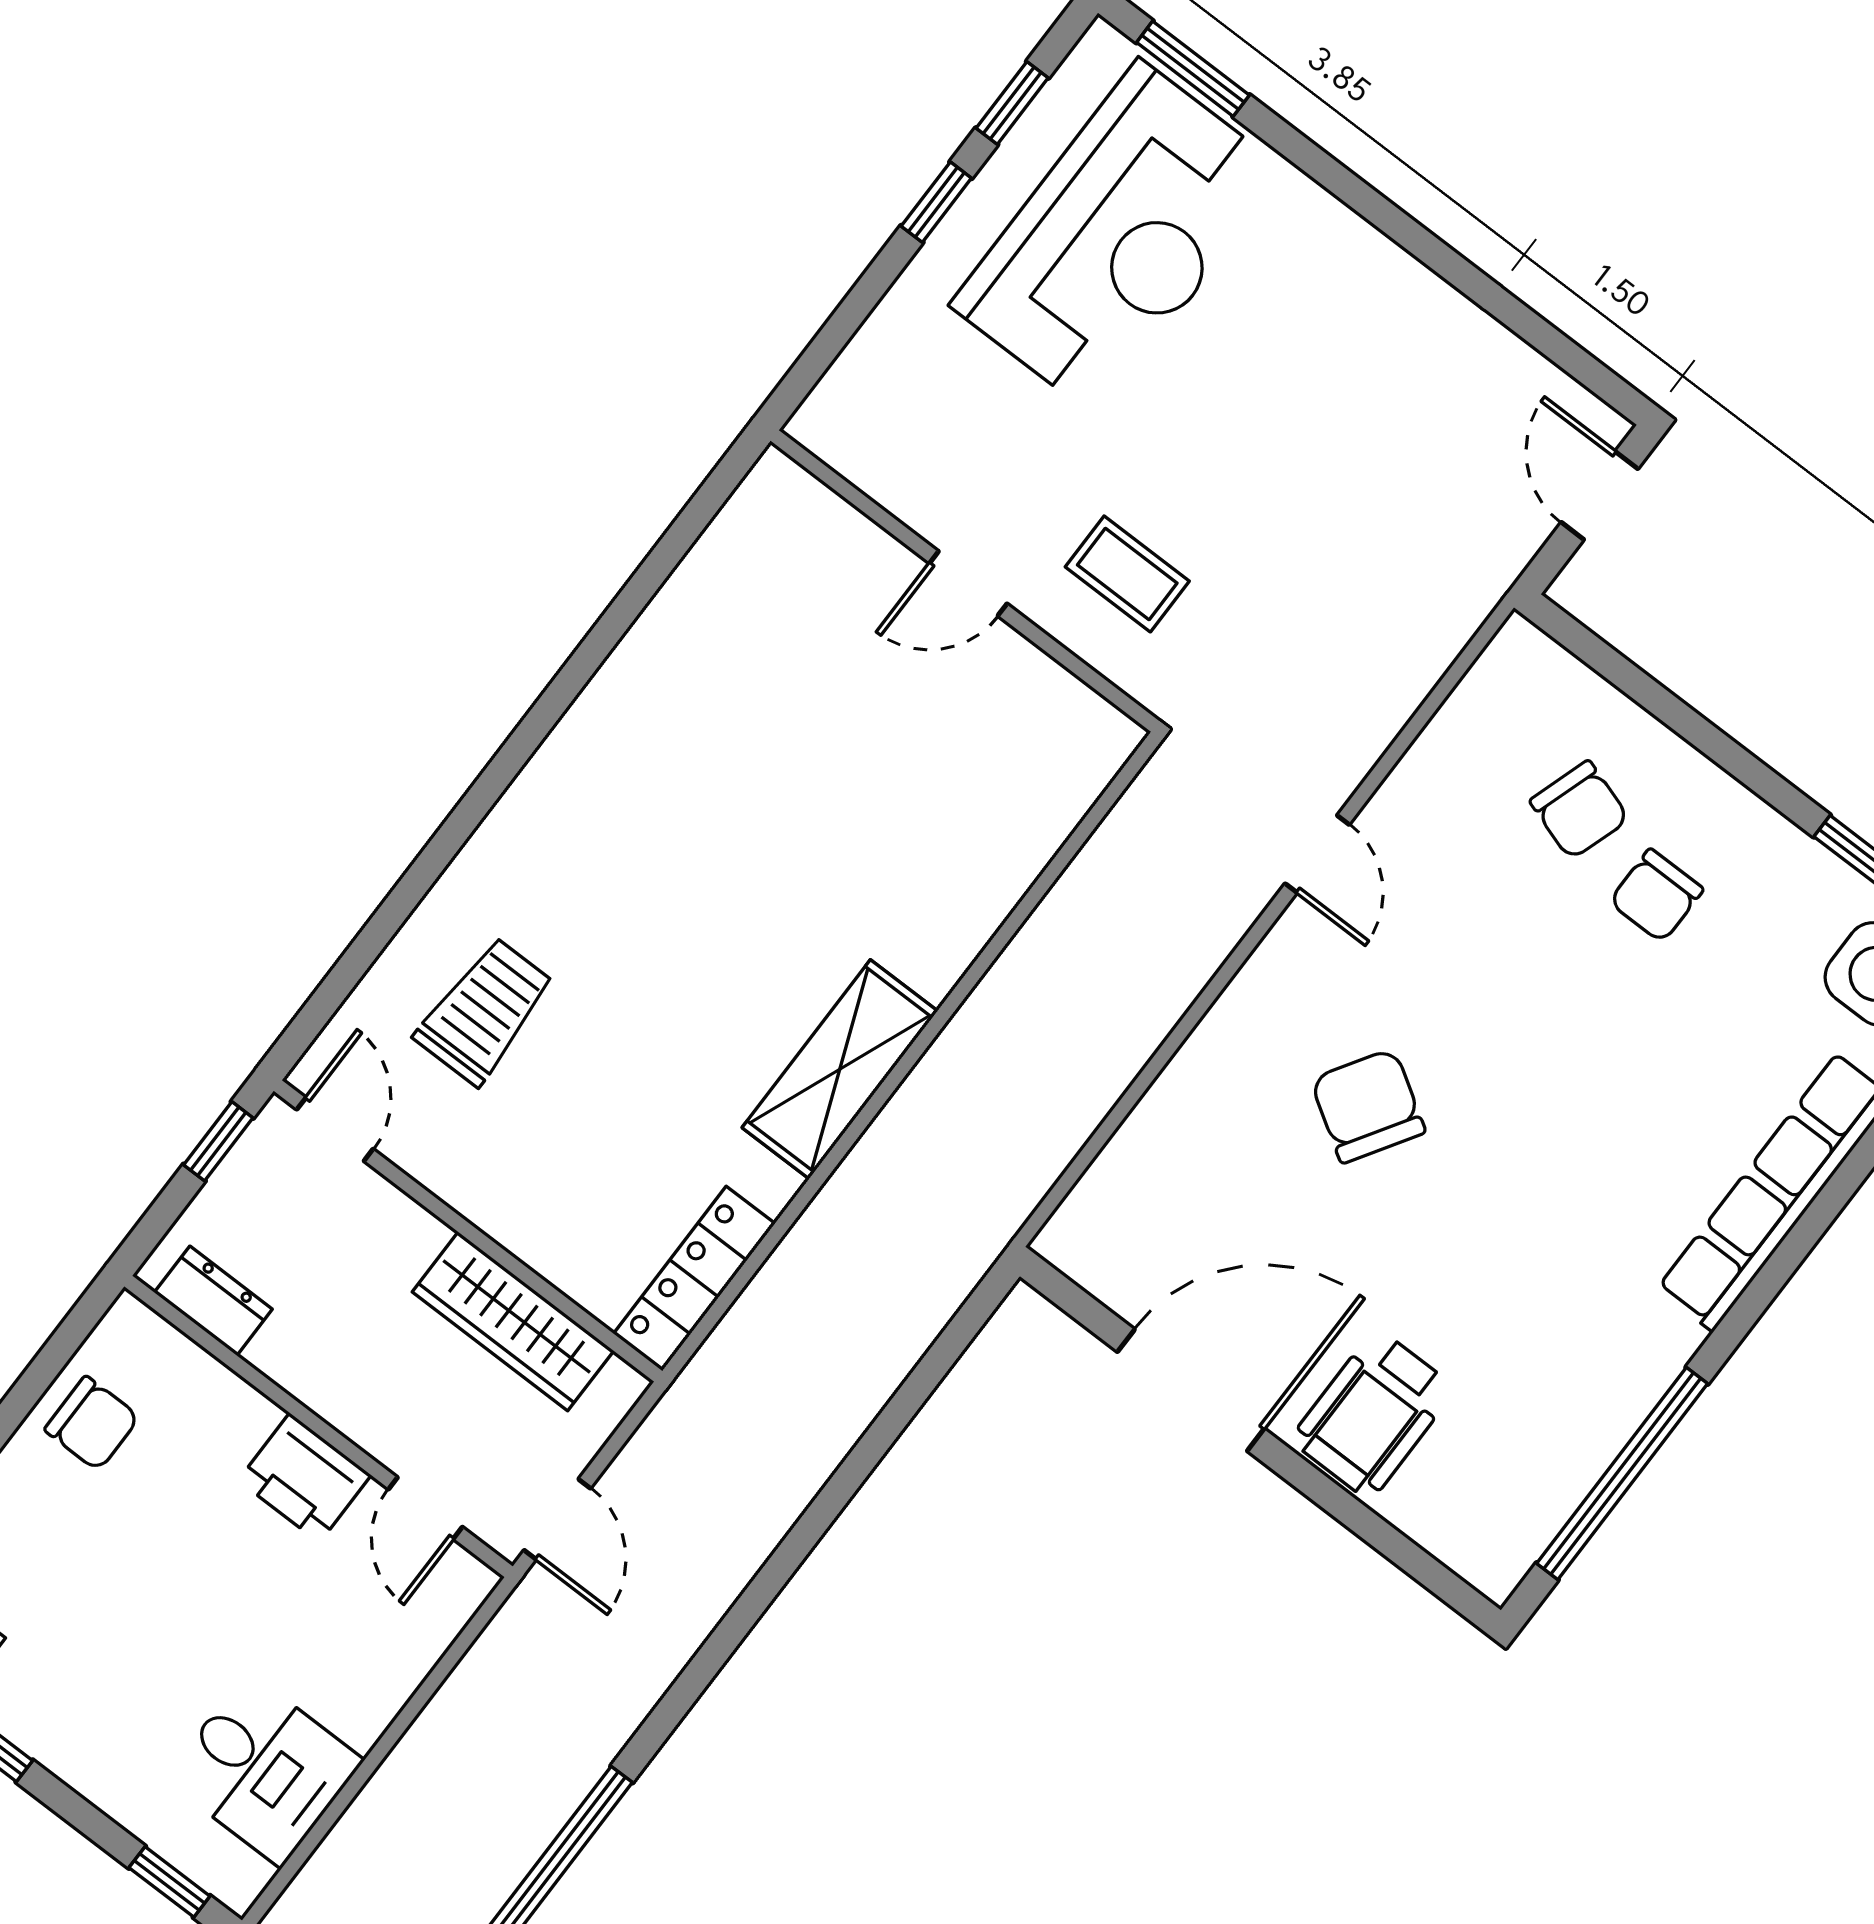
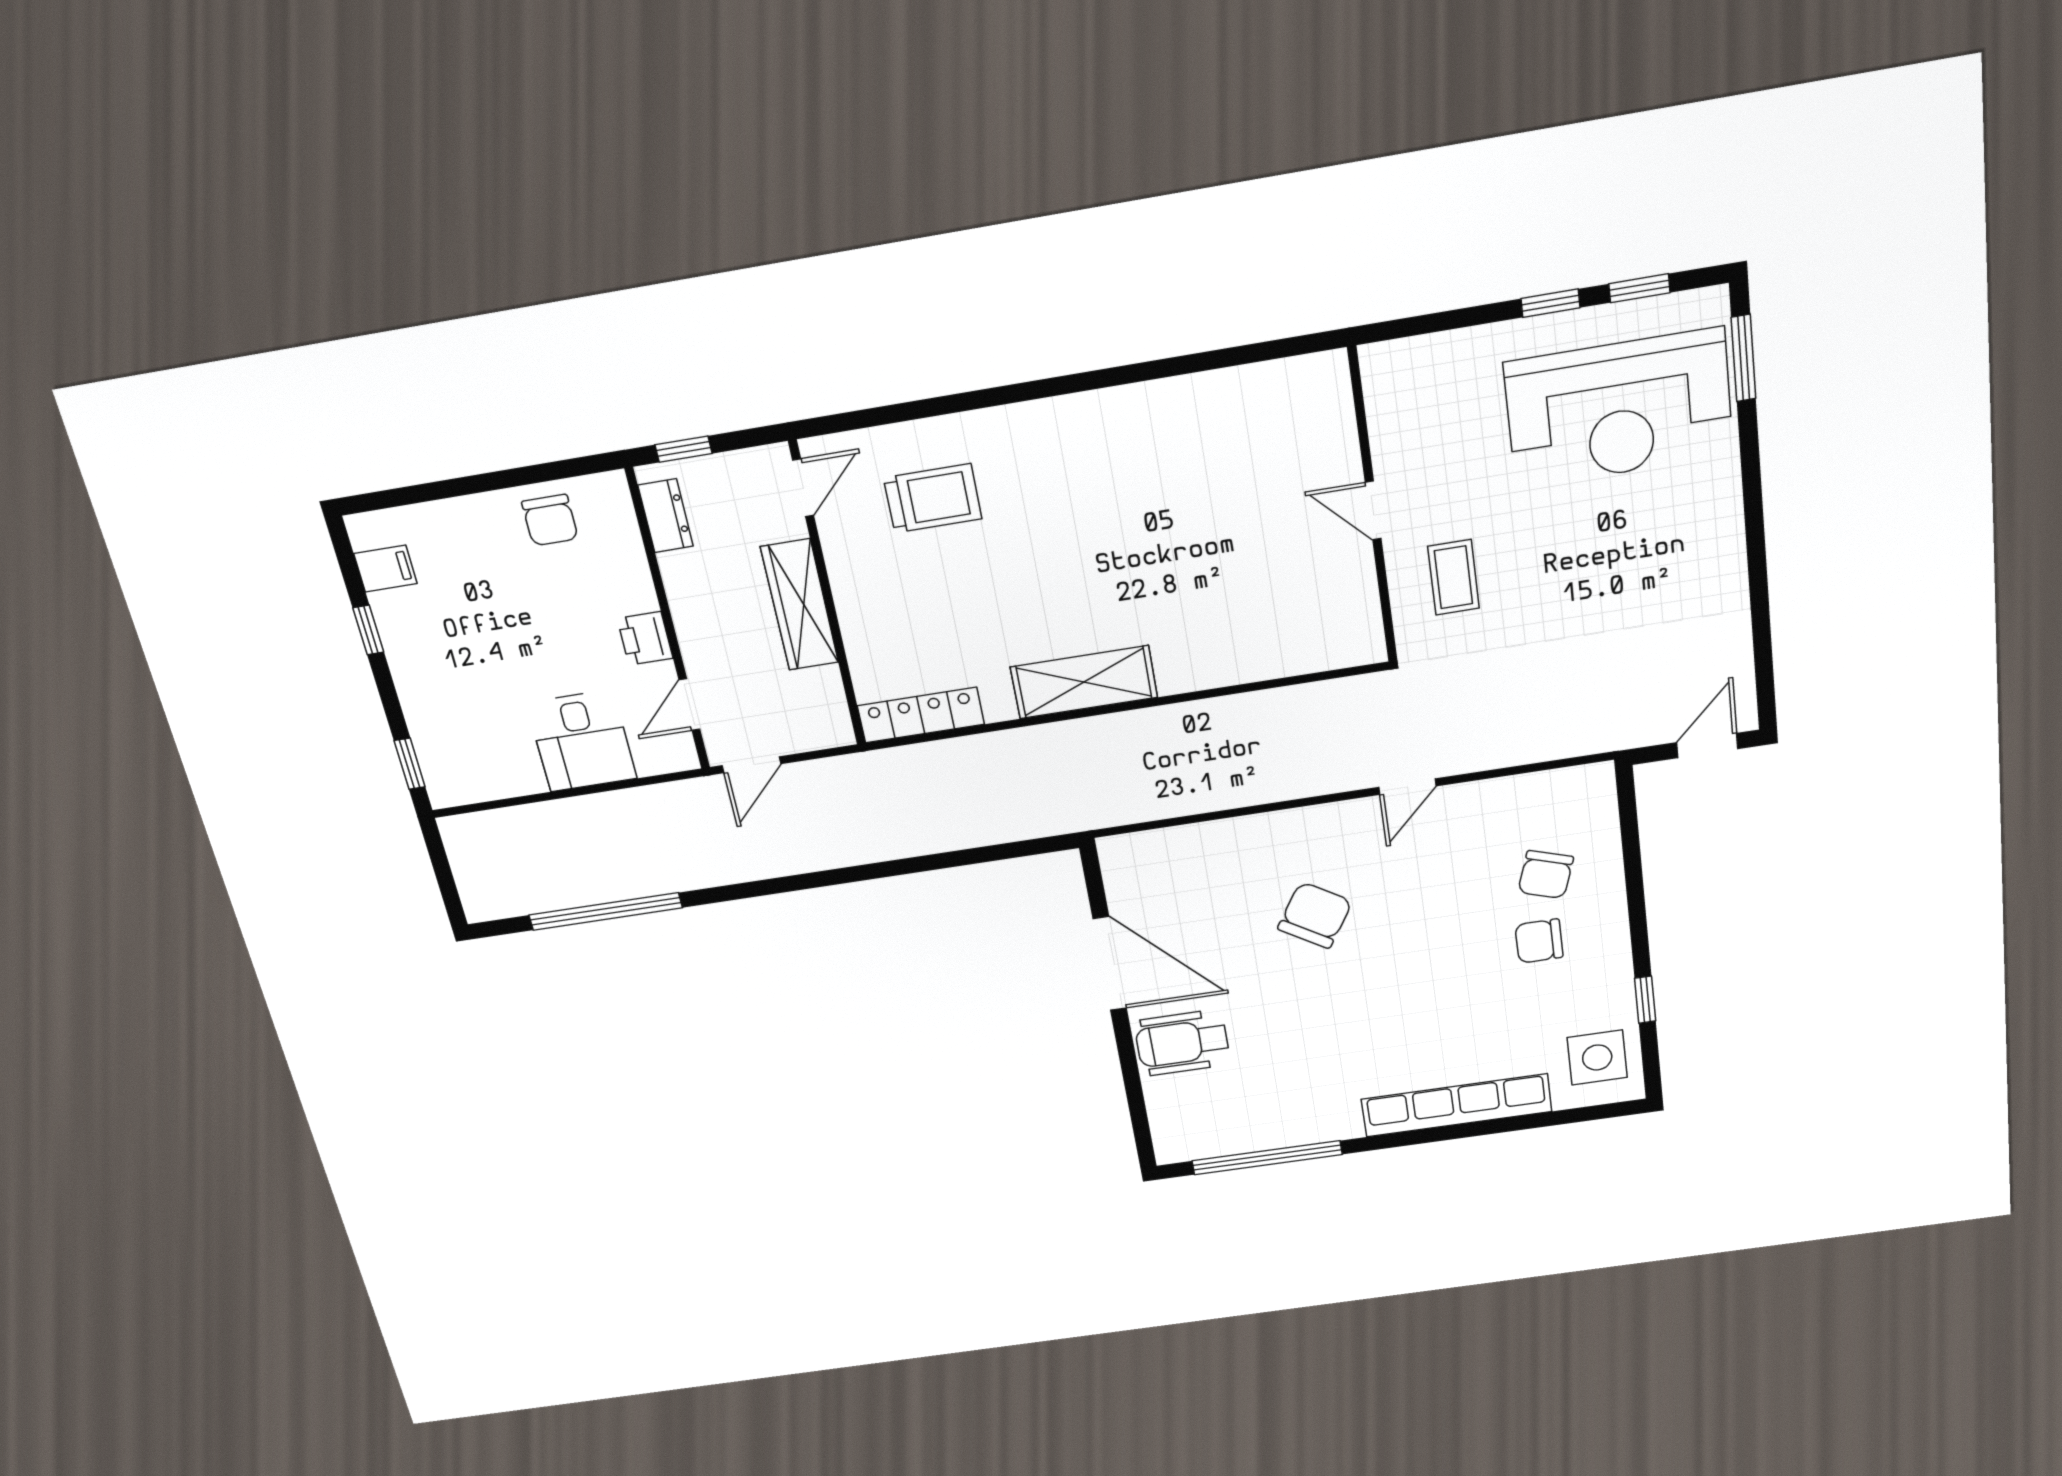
window: (218, 1141) -> (683, 449), moved
wardrobe: (513, 1321) -> (800, 605), moved
printer: (305, 1478) -> (645, 638), width x0.73, depth x0.81
desk: (264, 1769) -> (582, 741), moved

